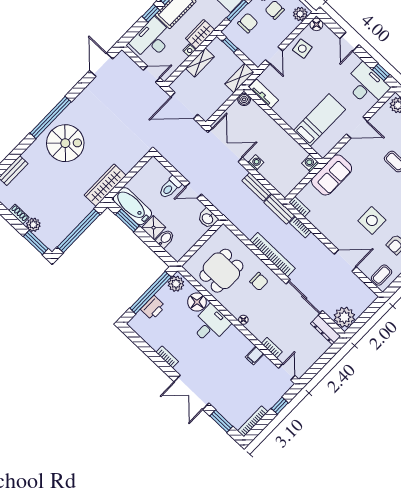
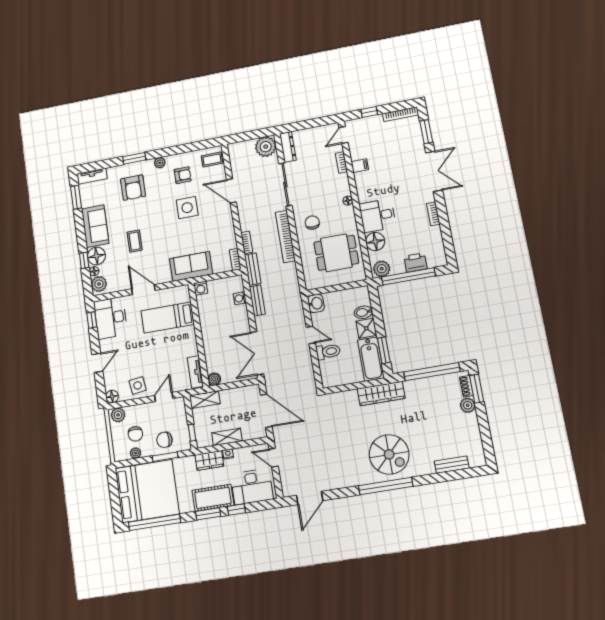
spiral stairs: (65, 143) -> (389, 454), turned 180
washing machine: (256, 163) -> (240, 298), moved
shoe rack: (19, 214) -> (466, 386), moved

